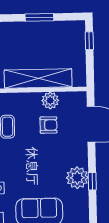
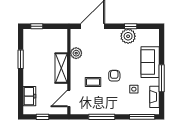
shelving: (38, 78) -> (61, 68), width x0.68
armchair: (49, 125) -> (114, 76), moved

